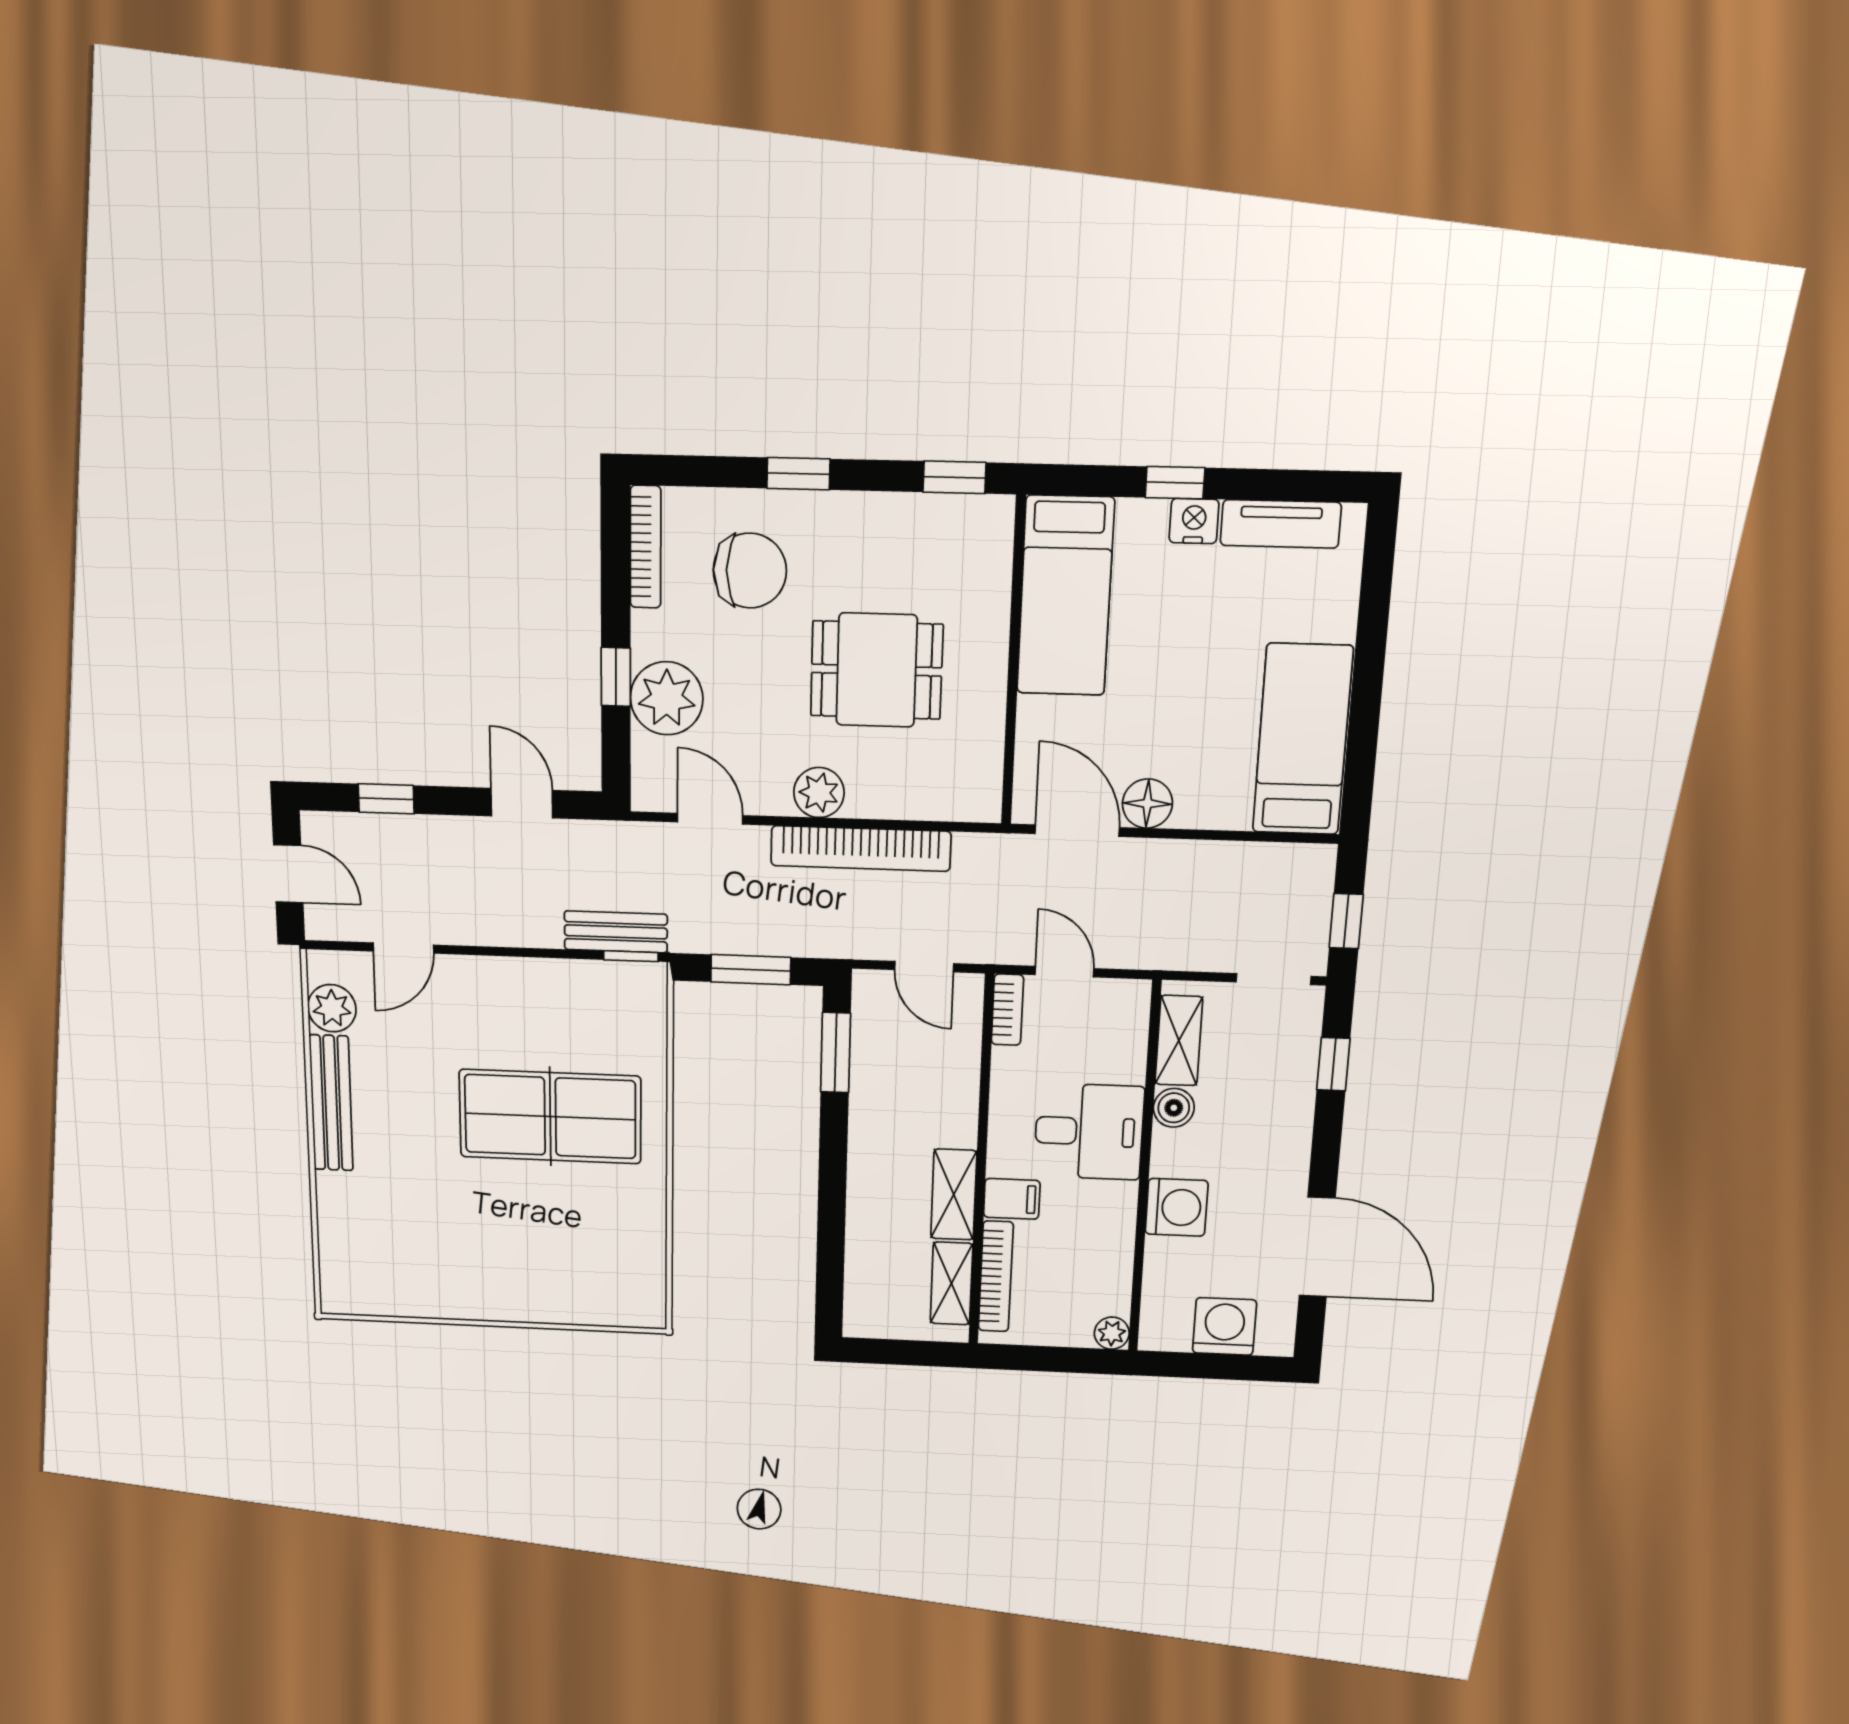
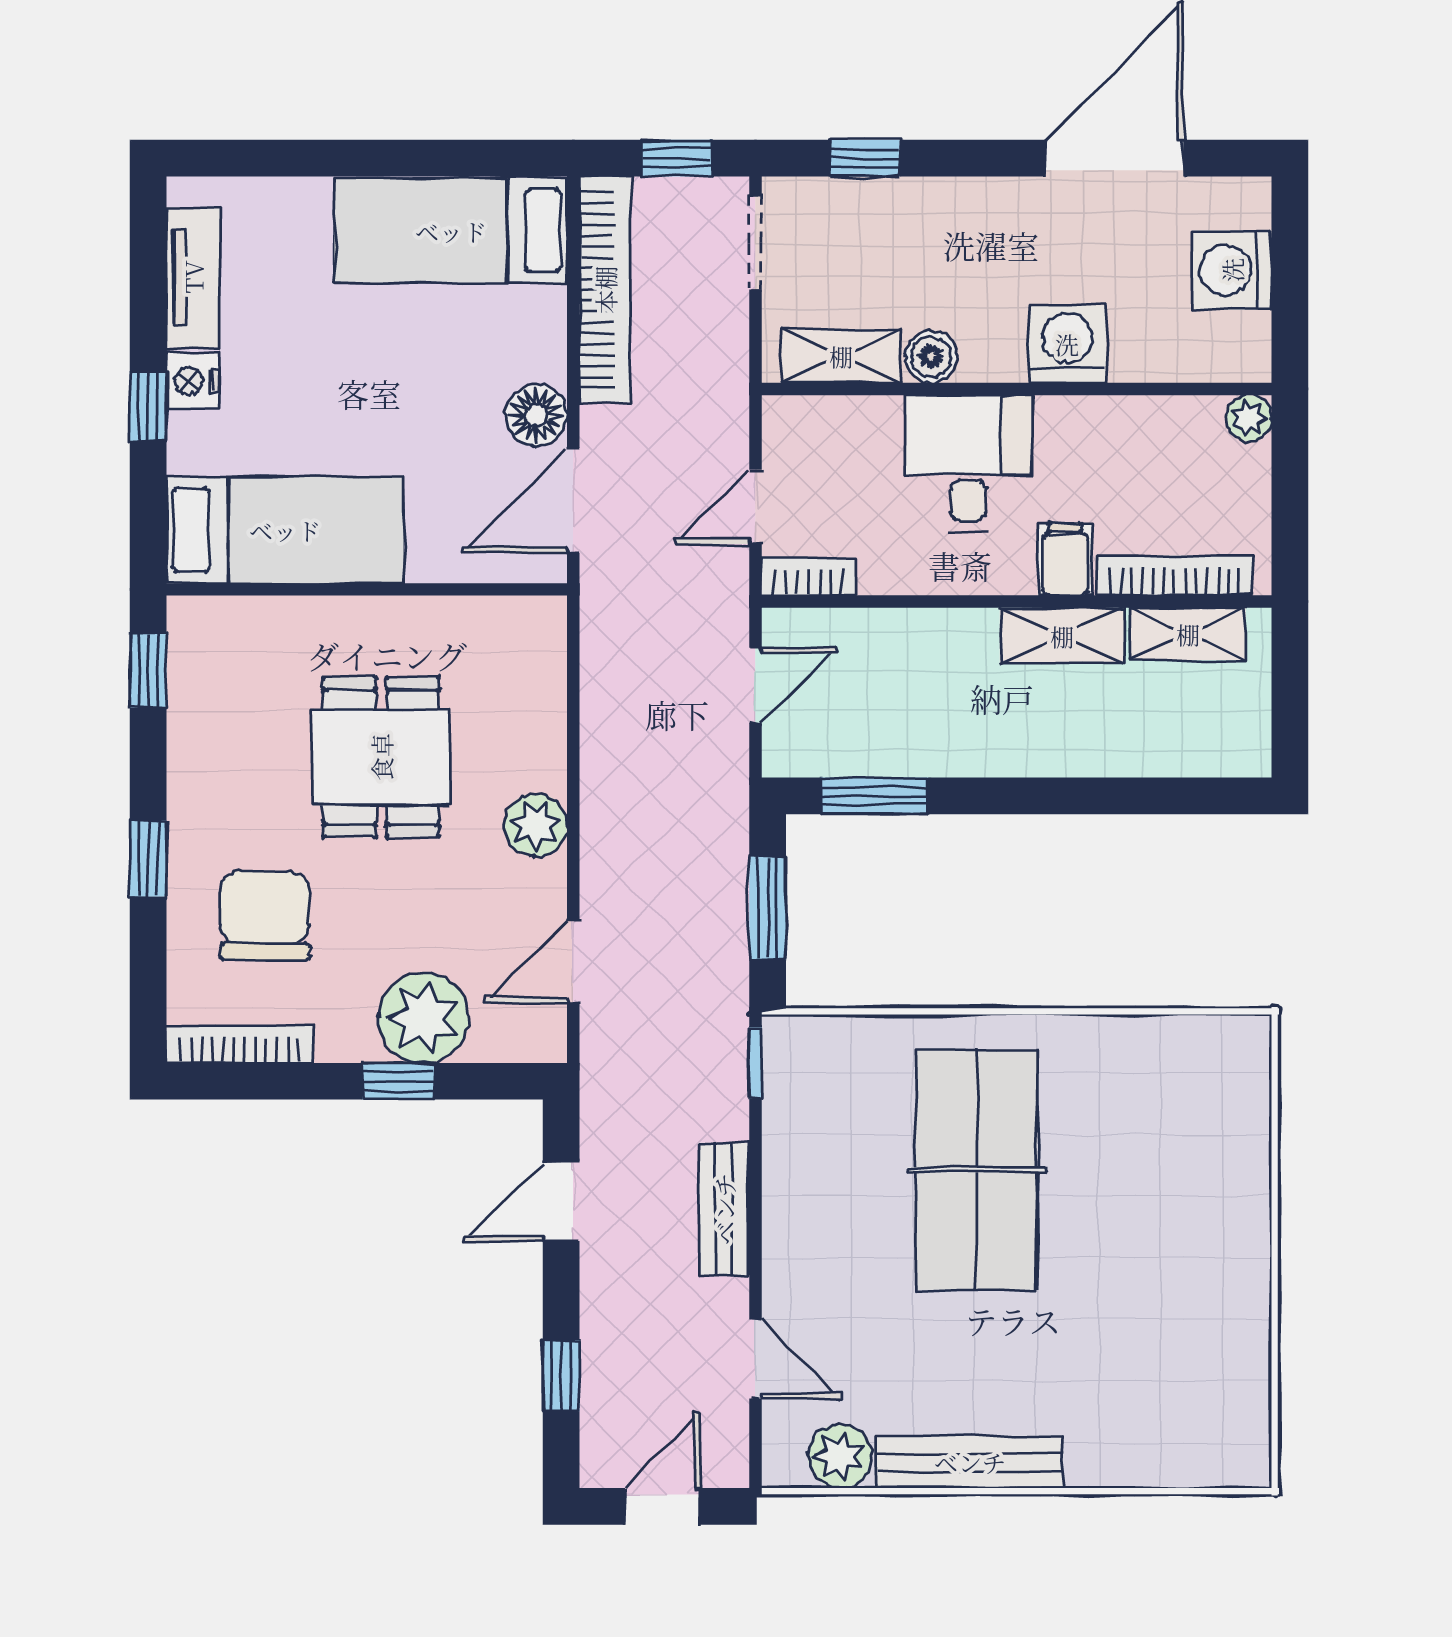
bookcase: (861, 849) -> (605, 290), moved
bench: (616, 932) -> (724, 1209), moved

